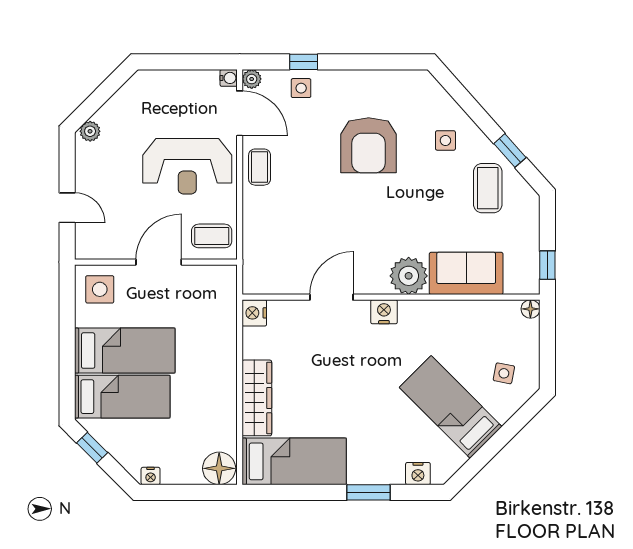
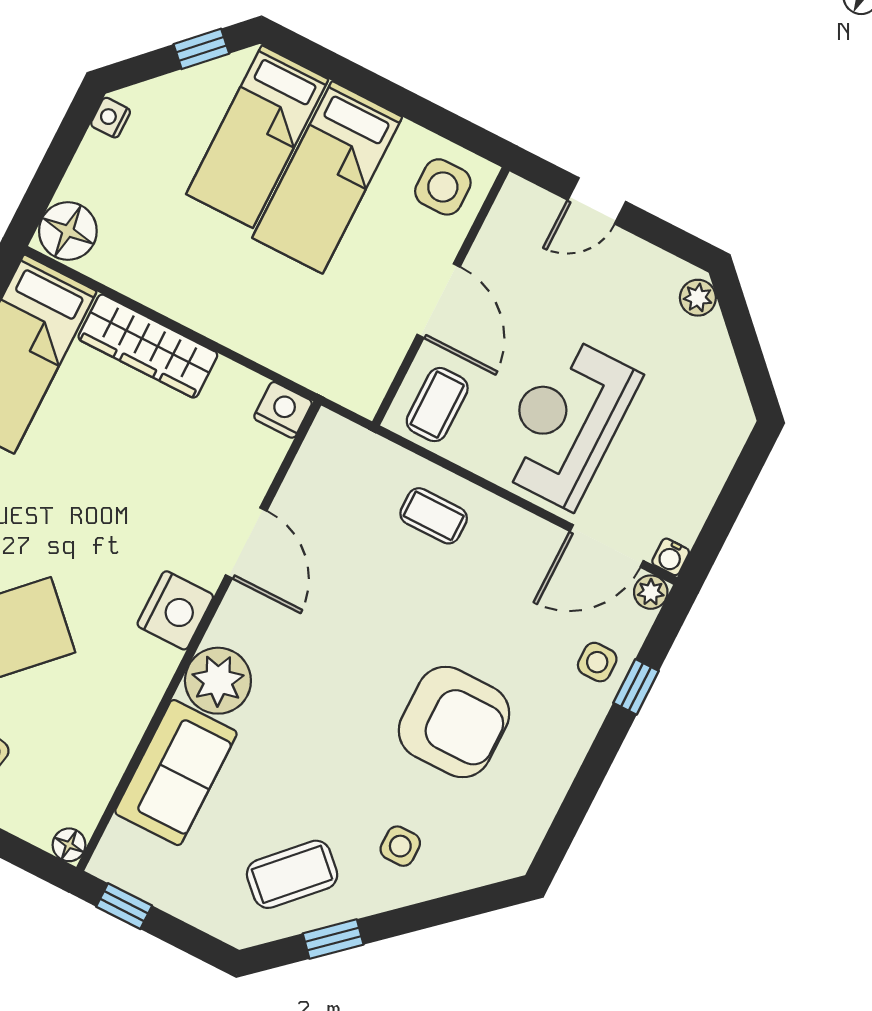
armchair: (369, 145) -> (454, 722), turned 180
coffee table: (260, 167) -> (434, 516), moved
coffee table: (488, 188) -> (292, 874), turned -46
nightstand: (384, 312) -> (175, 610), width x1.36, depth x1.33

